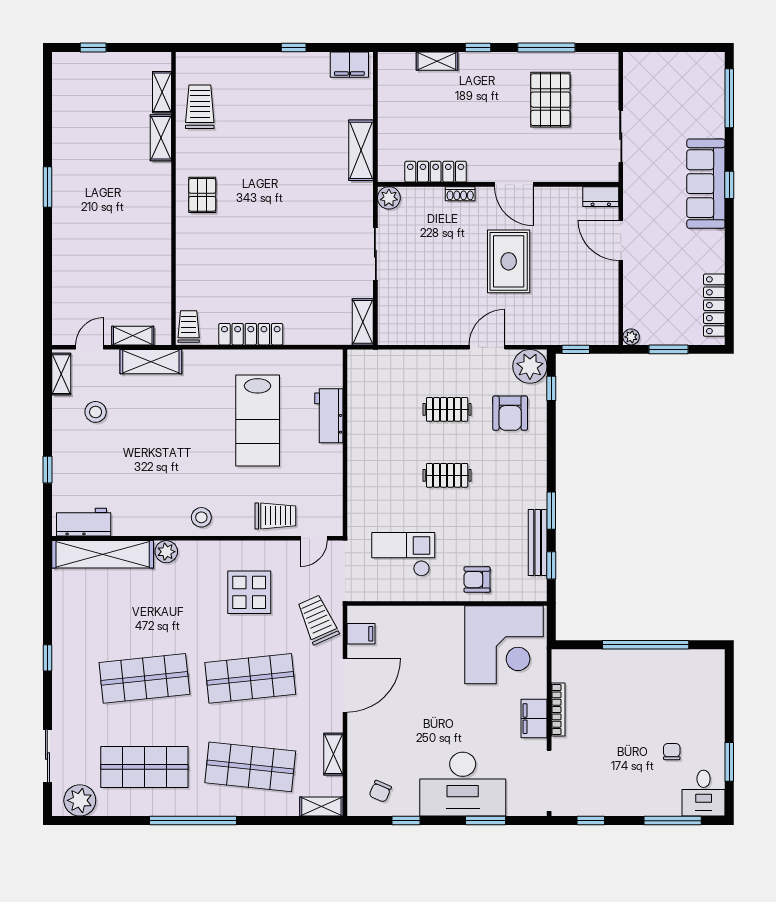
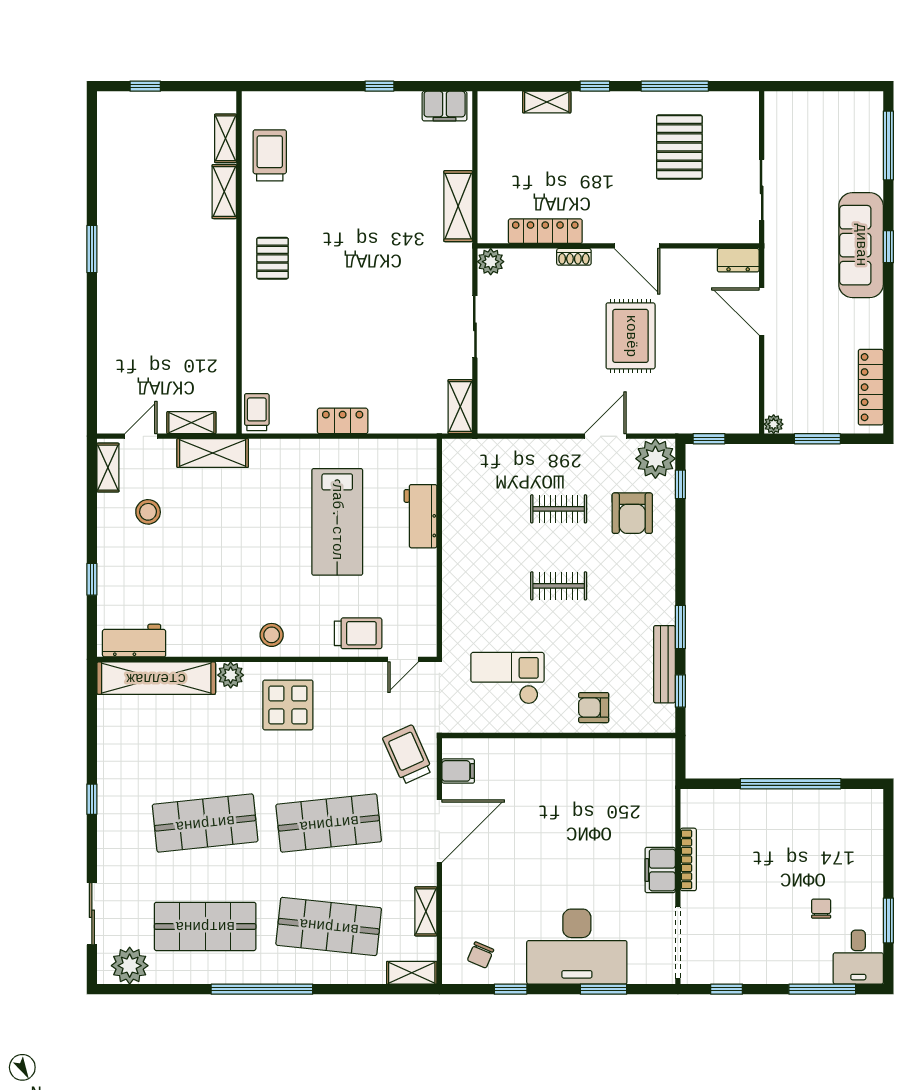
locker: (251, 334) -> (343, 421), width x0.66
display table: (249, 592) -> (288, 705), moved
corner desk: (504, 645) -> (625, 784), removed

